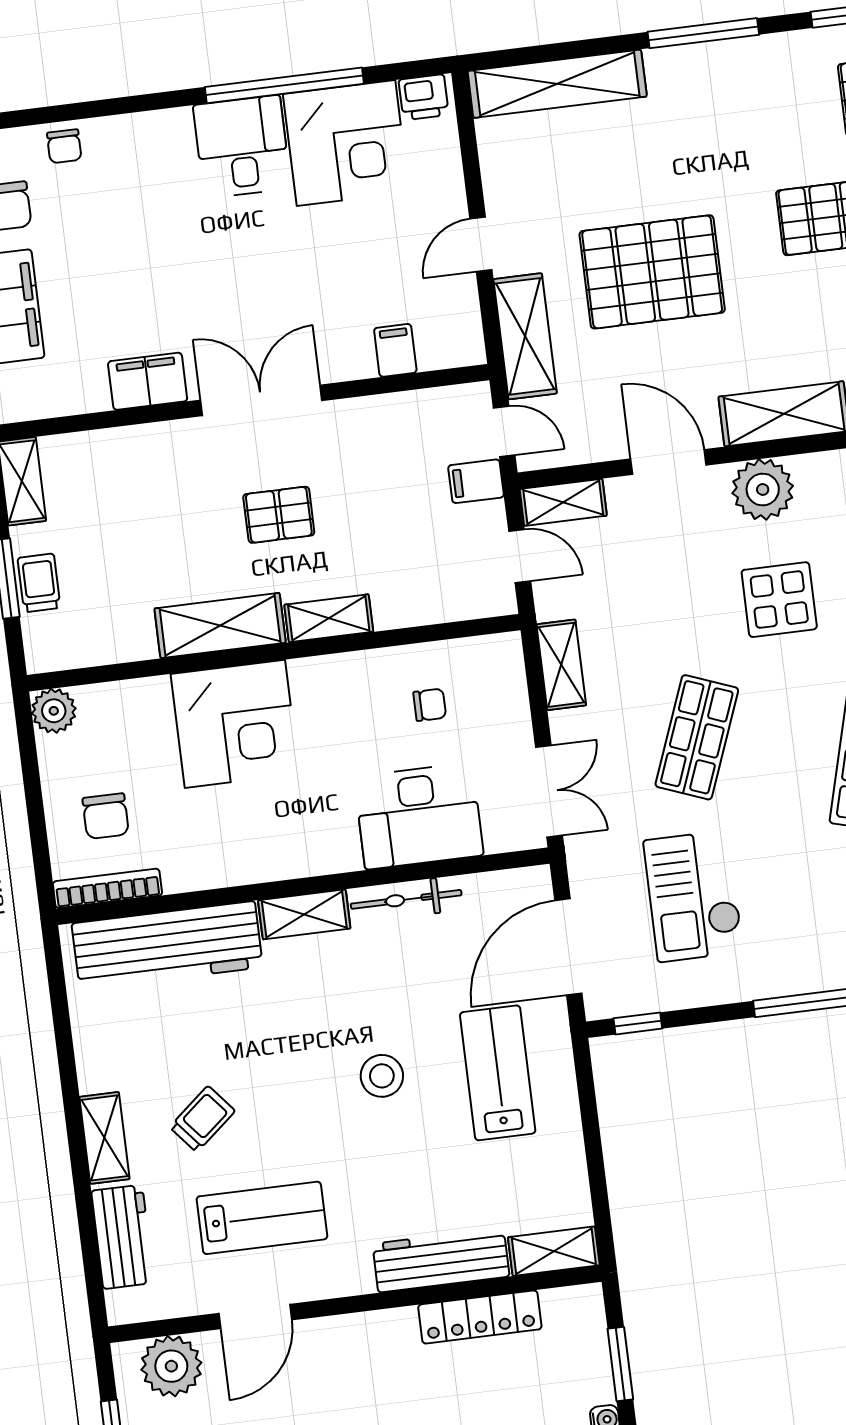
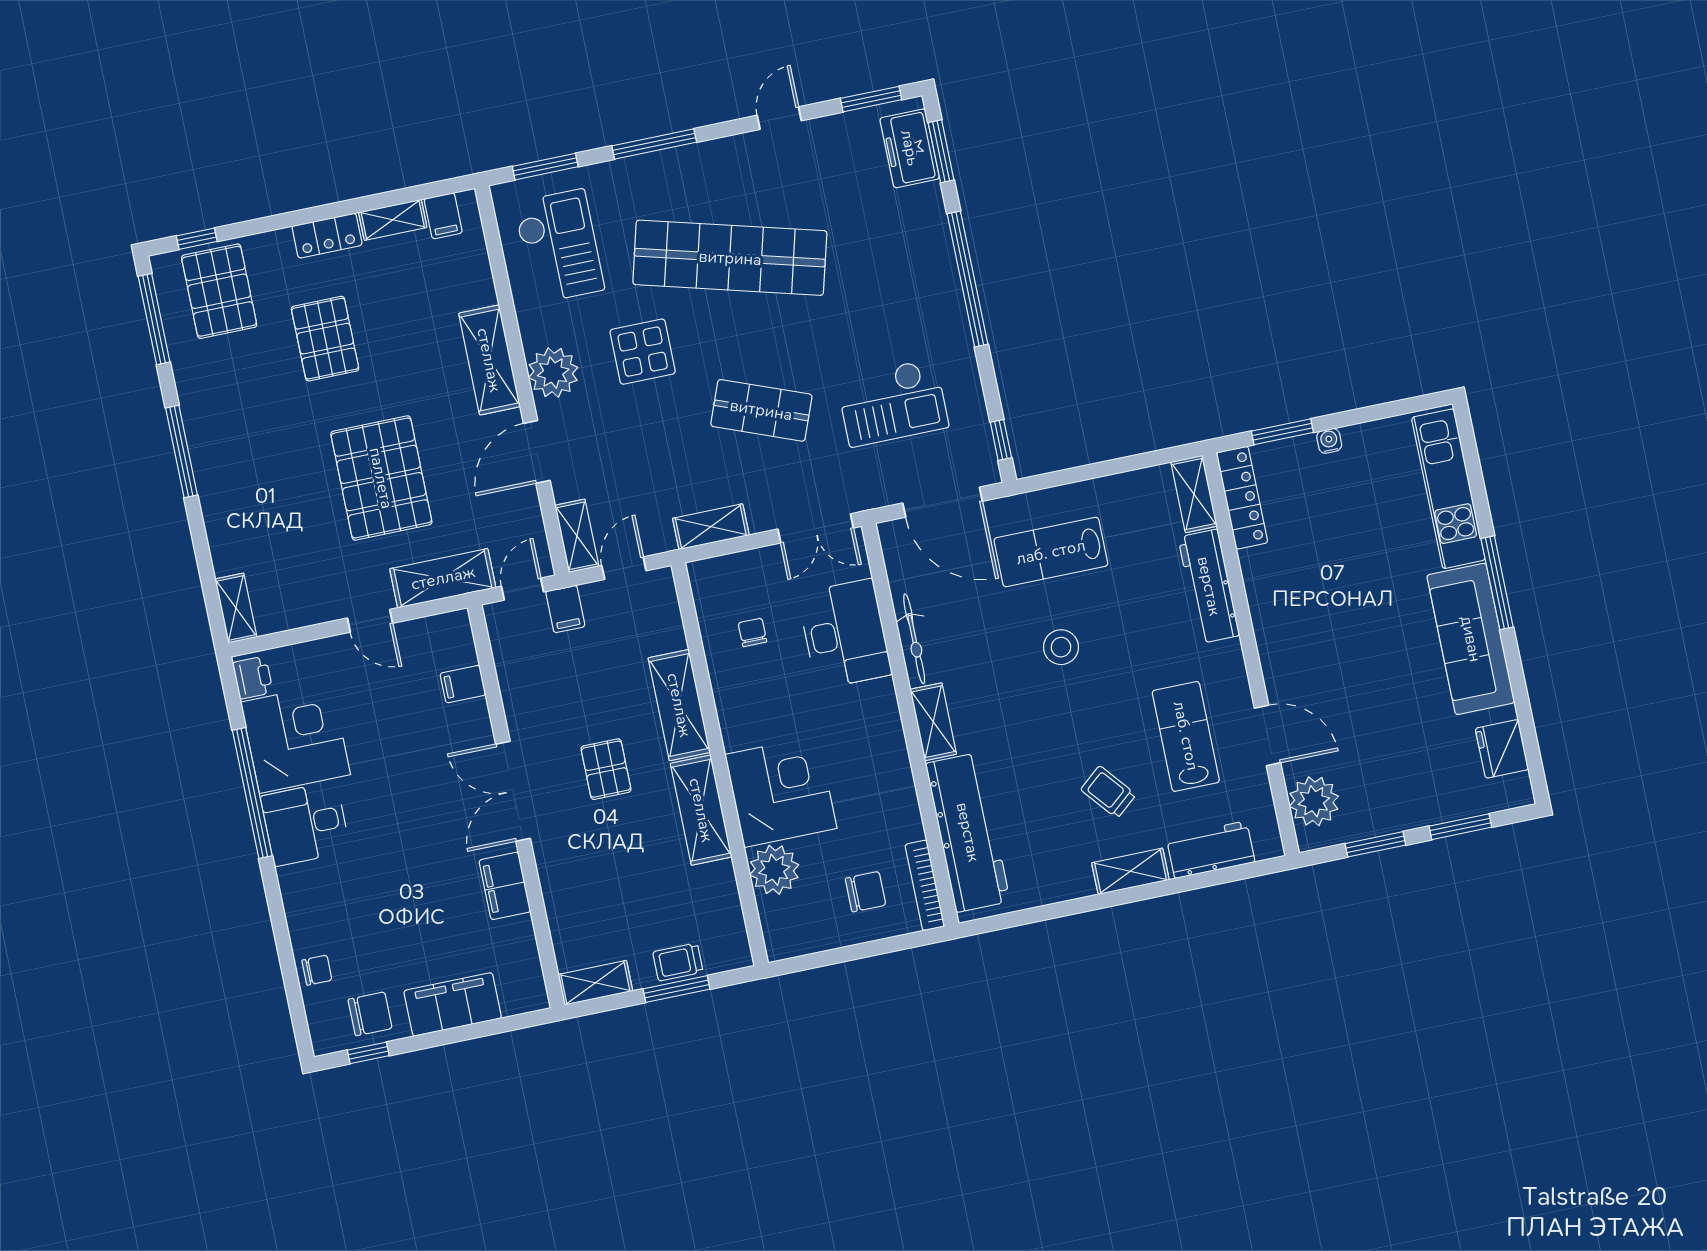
shelving: (557, 84) -> (236, 608), width x0.45, depth x0.75
shelving: (329, 618) -> (679, 705), width x1.50, depth x1.33
plant: (54, 711) -> (774, 870), moved, width x1.36, depth x1.36
double door: (549, 791) -> (816, 528), swing flipped
locker: (480, 1317) -> (1242, 498), moved

